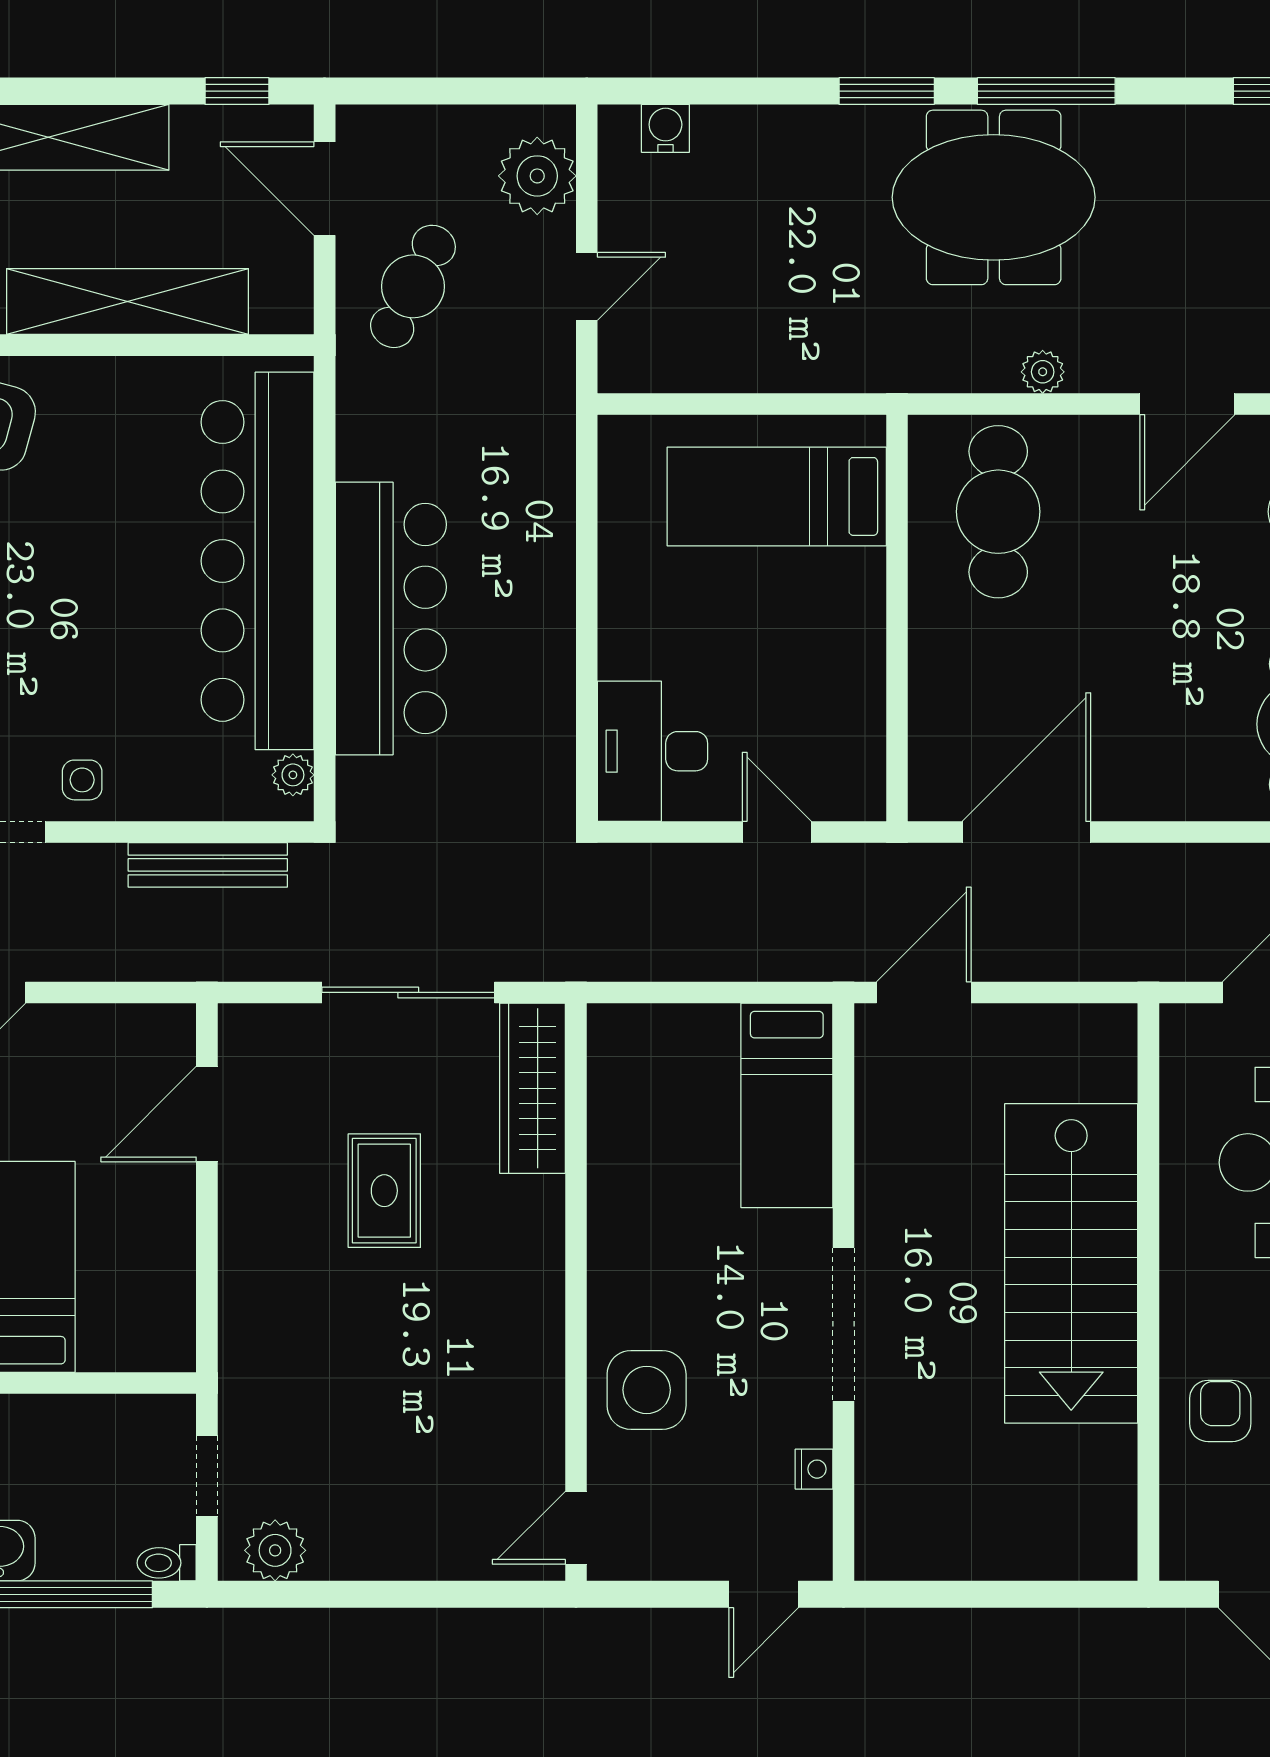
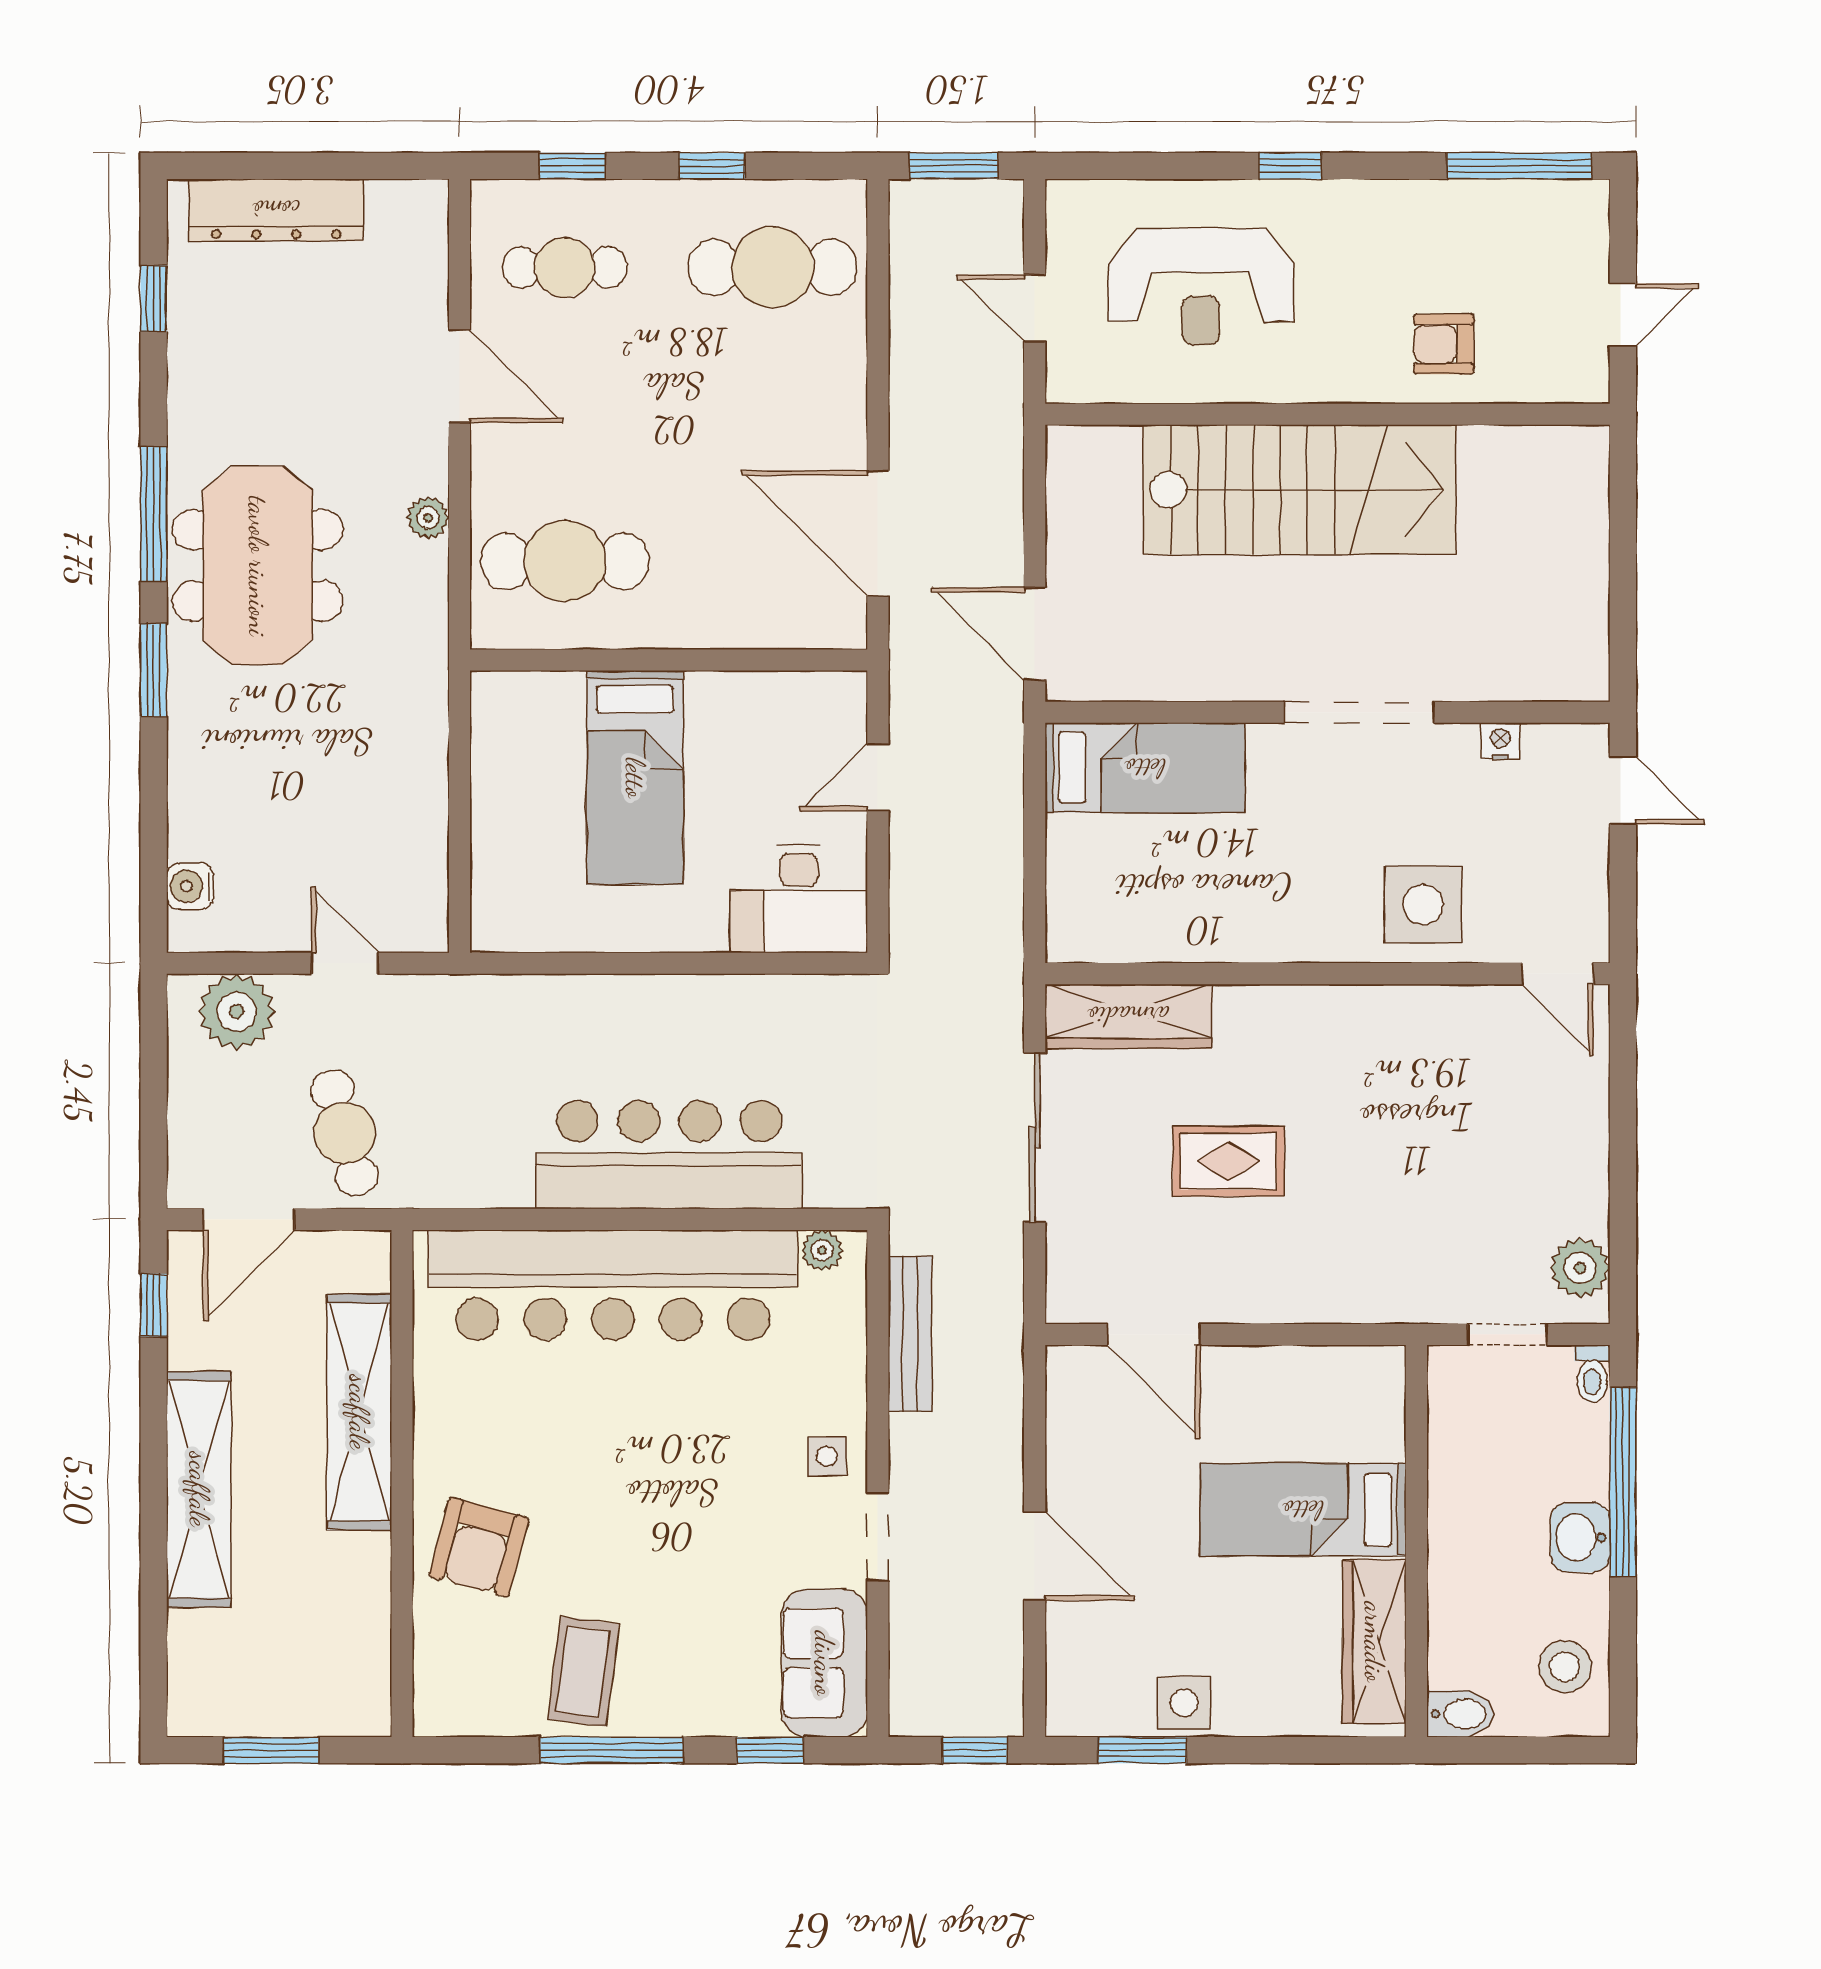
cafe table: (413, 286) -> (345, 1133), turned 47
bed: (777, 496) -> (635, 778), moved

